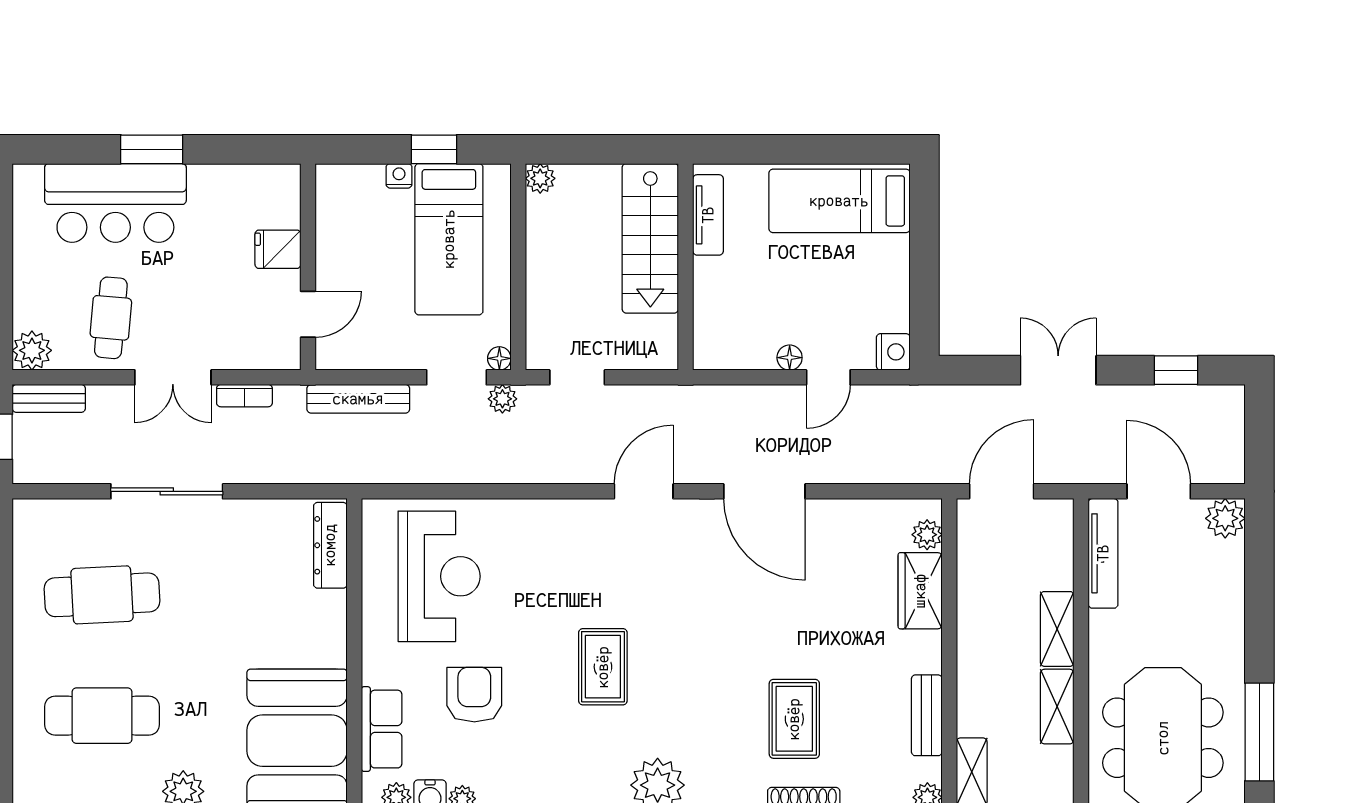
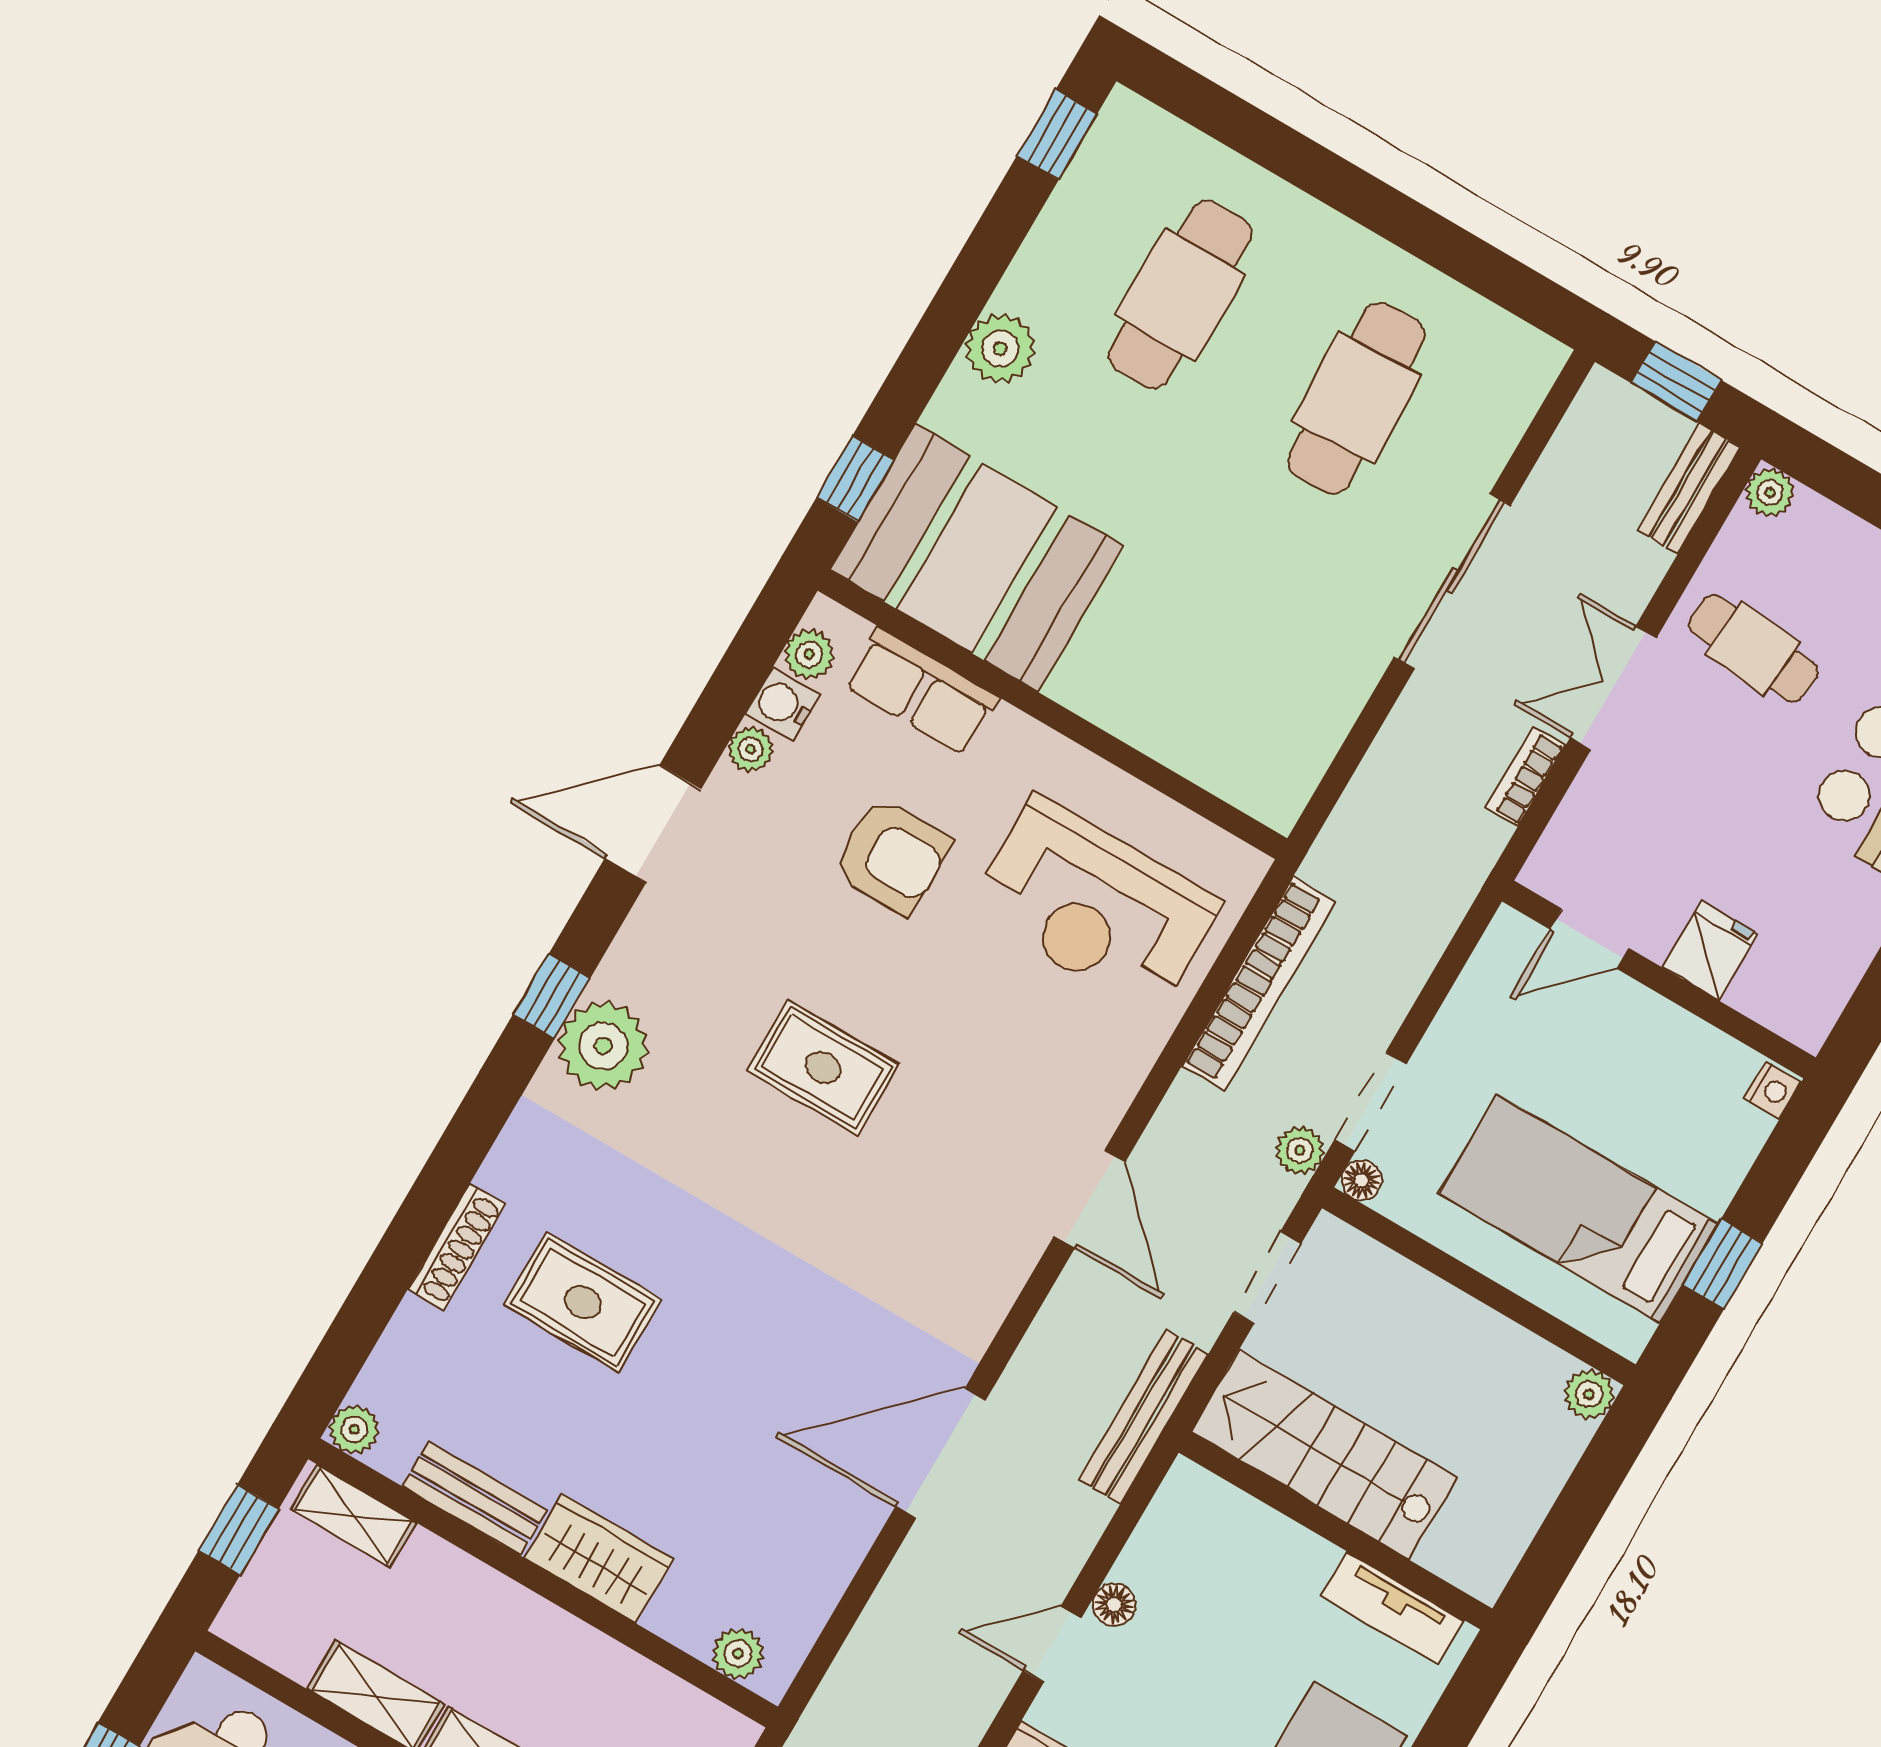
nightstand: (399, 176) -> (1773, 1090), moved
stairs: (650, 238) -> (1324, 1455), moved
door: (308, 314) -> (1590, 939), hinge flipped
plant: (32, 350) -> (1770, 493), width x0.73, depth x0.73
door: (828, 377) -> (1052, 1644), hinge flipped
bench: (358, 399) -> (1144, 1417), moved
bookcase: (430, 469) -> (1259, 984), added
door: (644, 491) -> (1090, 1199), moved
dresser: (330, 545) -> (1233, 774), removed
wardrobe: (920, 591) -> (599, 1558), moved

